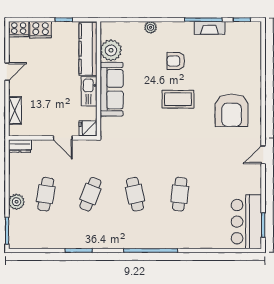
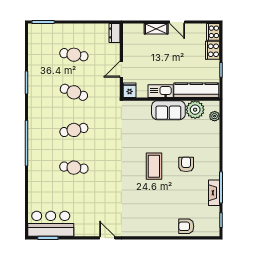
plant: (151, 27) -> (215, 116), moved
sofa: (112, 89) -> (168, 110), width x0.73
shelving: (15, 110) -> (156, 29), moved
armchair: (232, 110) -> (186, 226), moved, width x0.53, depth x0.53
plant: (17, 202) -> (68, 30), removed

